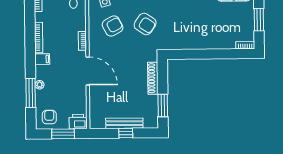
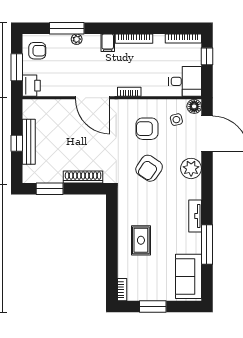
armchair: (113, 26) -> (147, 129), turned 118
rug: (204, 30) -> (141, 240), added
door: (88, 71) -> (93, 98), hinge flipped

